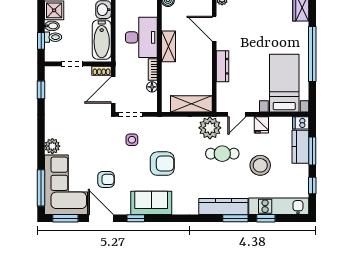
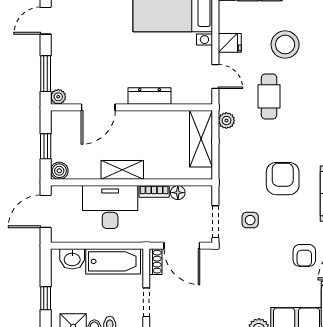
plant: (210, 128) -> (226, 121), width x0.53, depth x0.53
armchair: (106, 179) -> (304, 255), turned 180

